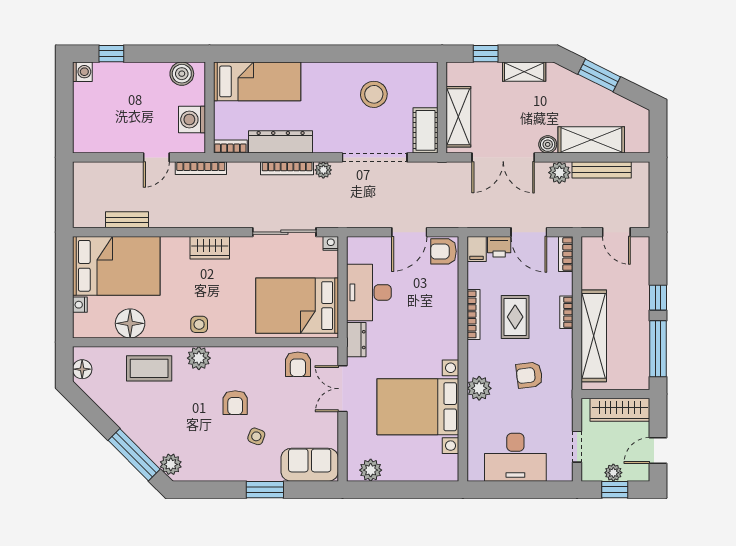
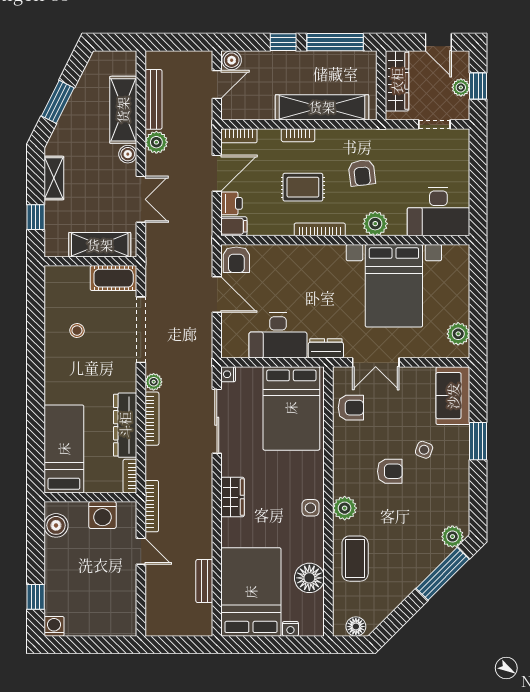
stool: (374, 94) -> (77, 331), width x0.53, depth x0.53
double door: (503, 157) -> (141, 199), width x0.73
boiler: (640, 247) -> (232, 60), added
bookcase: (473, 314) -> (320, 229), moved
desk: (515, 457) -> (438, 212), moved, turned 90

